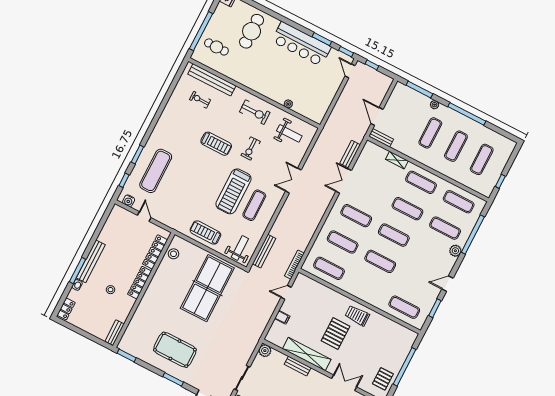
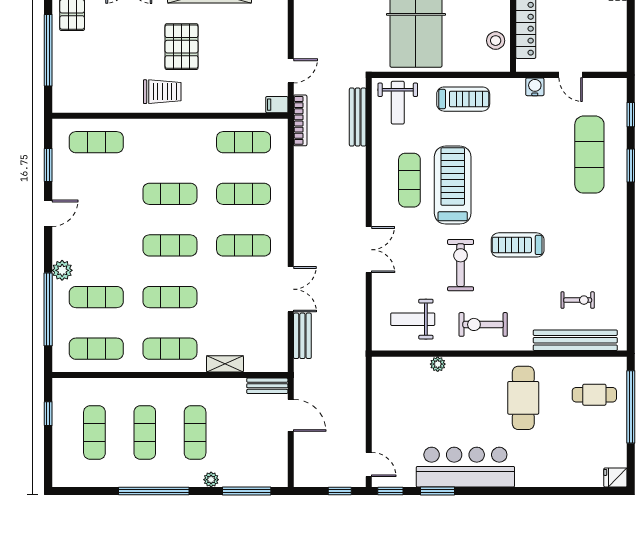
cafe table: (252, 31) -> (523, 398), moved
exercise bike: (251, 148) -> (461, 265), width x1.38, depth x1.39
water cooler: (129, 201) -> (535, 87), moved
filing cabinet: (282, 317) -> (277, 105), moved

